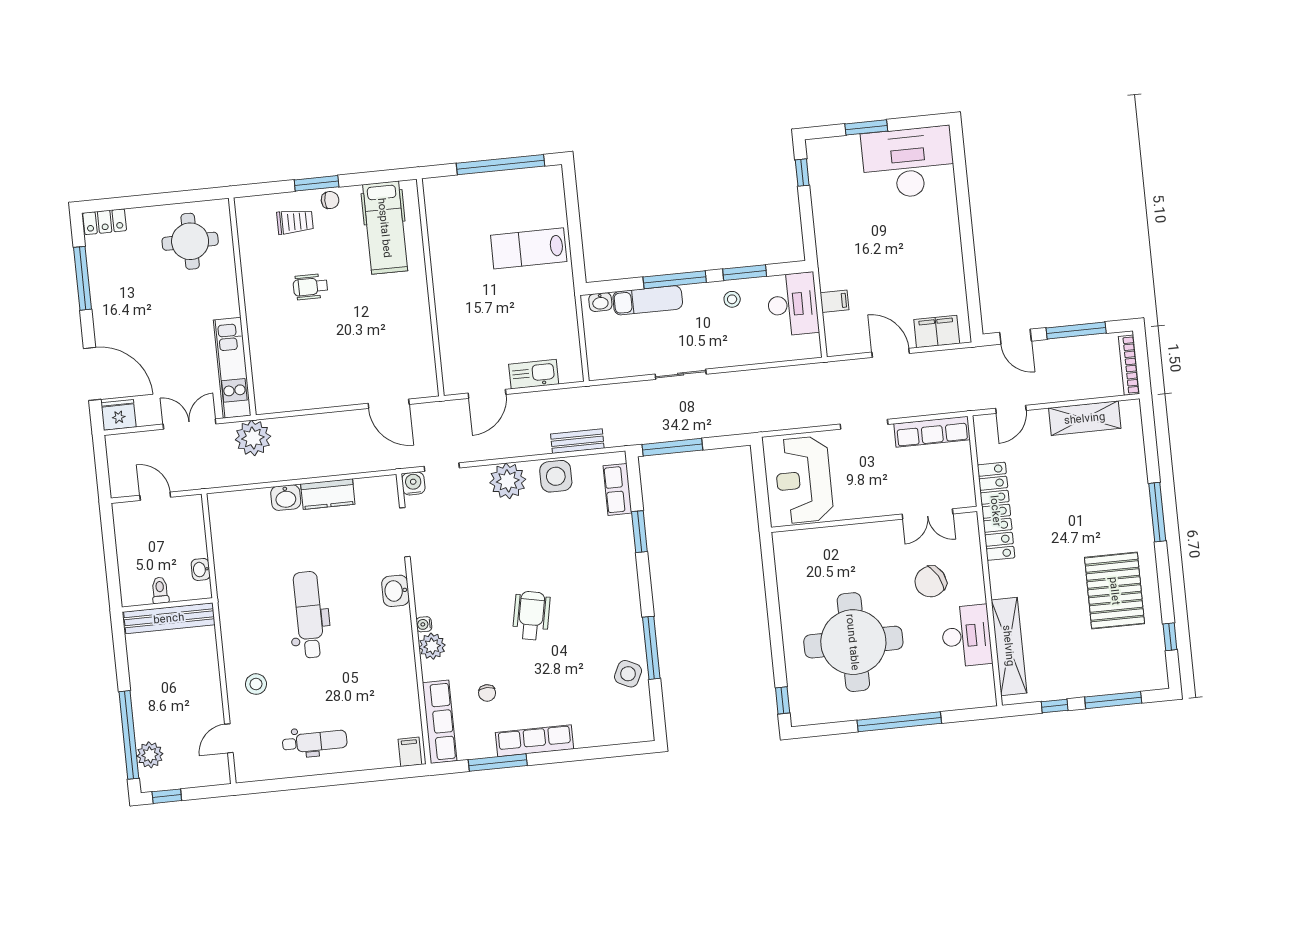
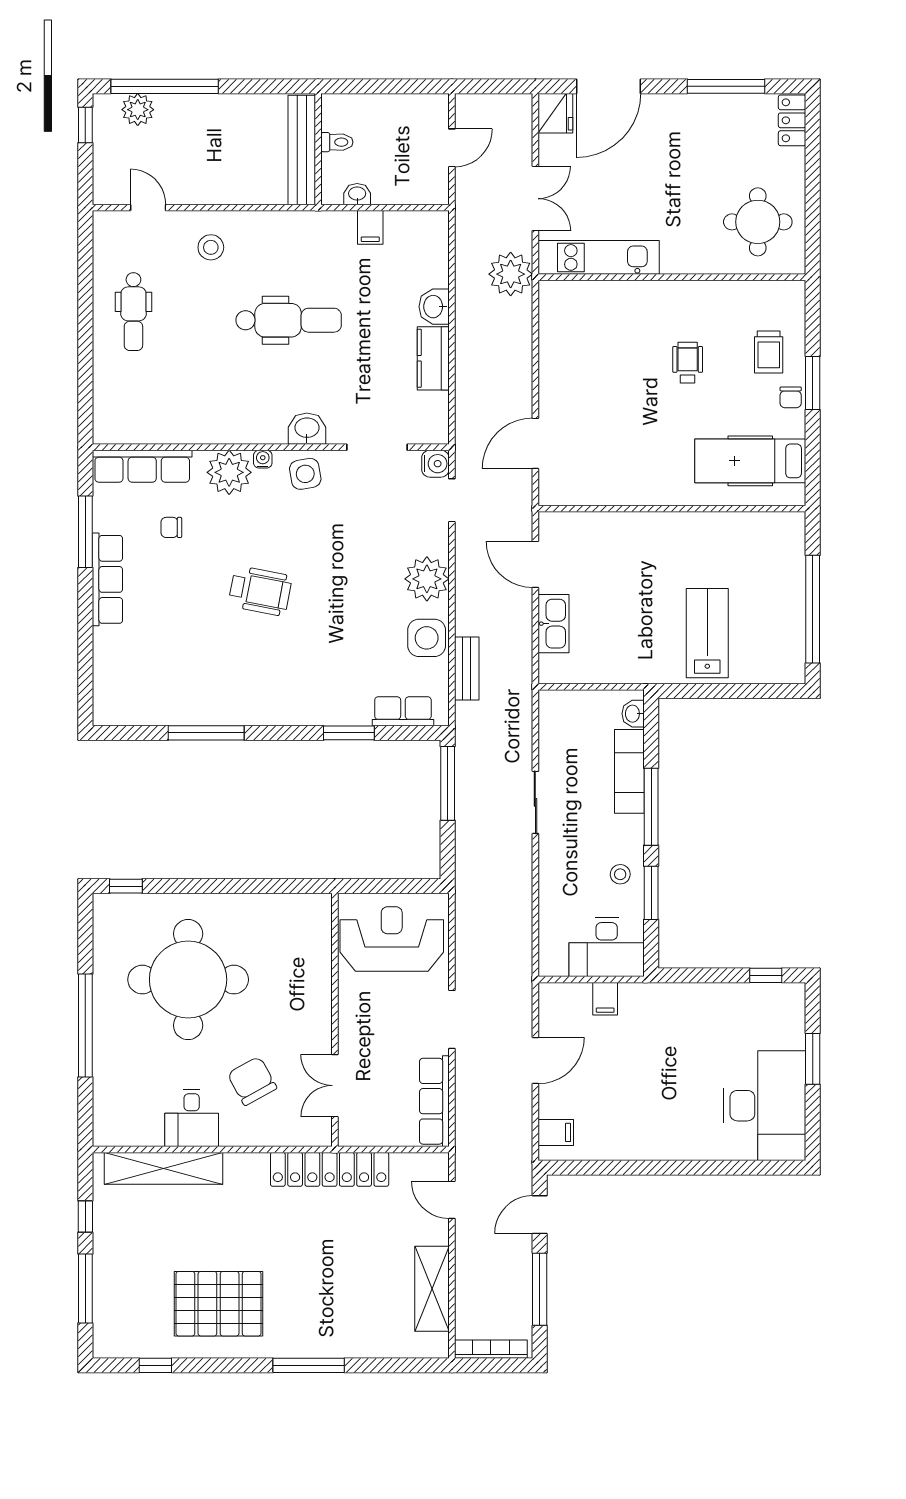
filing cabinet: (937, 331) -> (556, 1132), width x0.50
desk: (966, 636) -> (192, 1118), width x0.73
plant: (432, 646) -> (229, 472), width x1.36, depth x1.36
side table: (628, 674) -> (305, 474), moved, turned -36
filing cabinet: (410, 752) -> (370, 227), moved, turned 90

